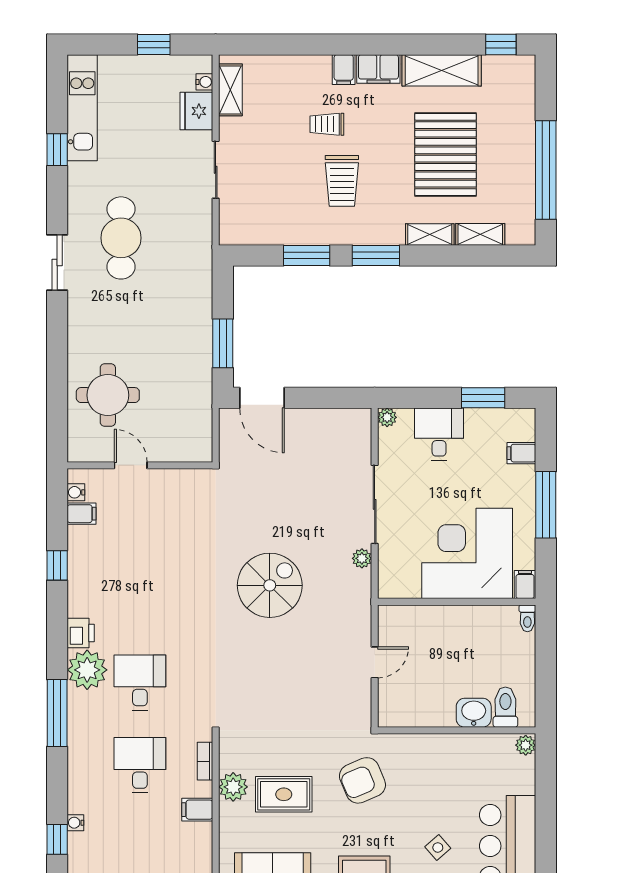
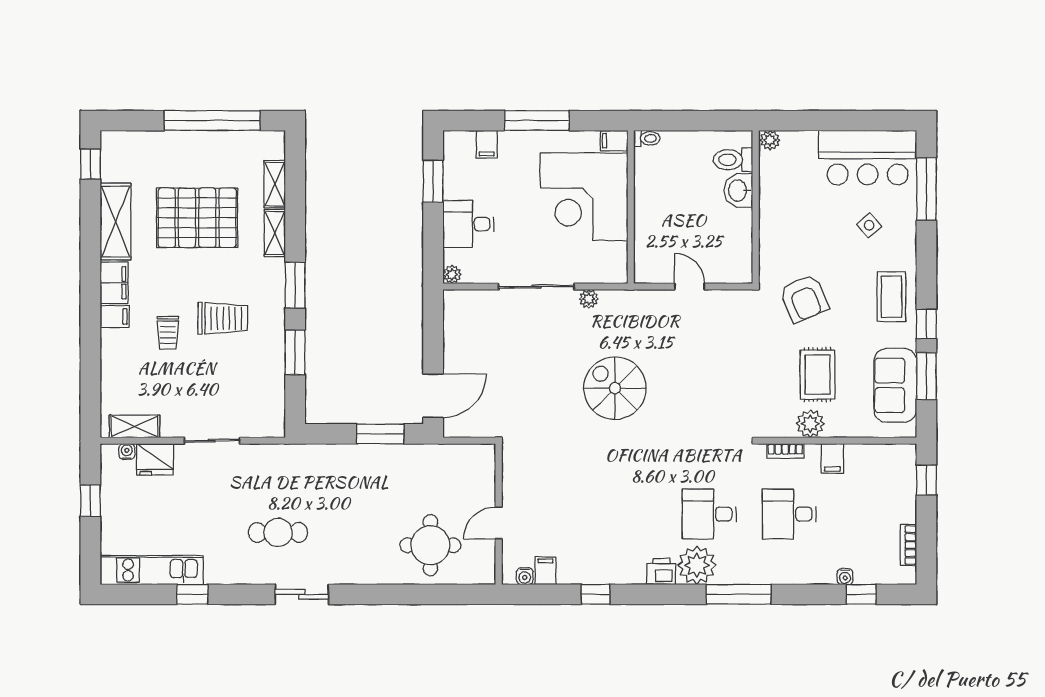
cafe table: (121, 238) -> (278, 532), width x0.73, depth x0.74

